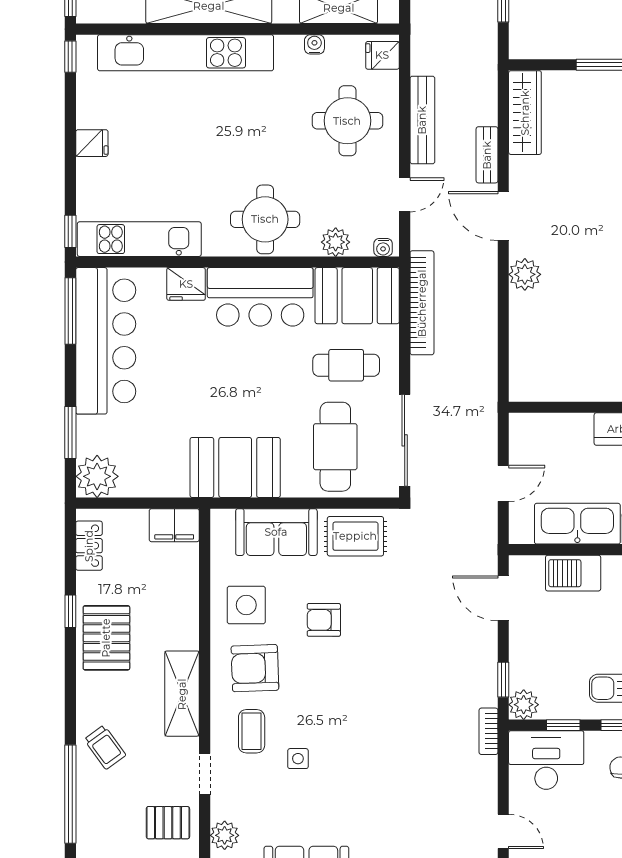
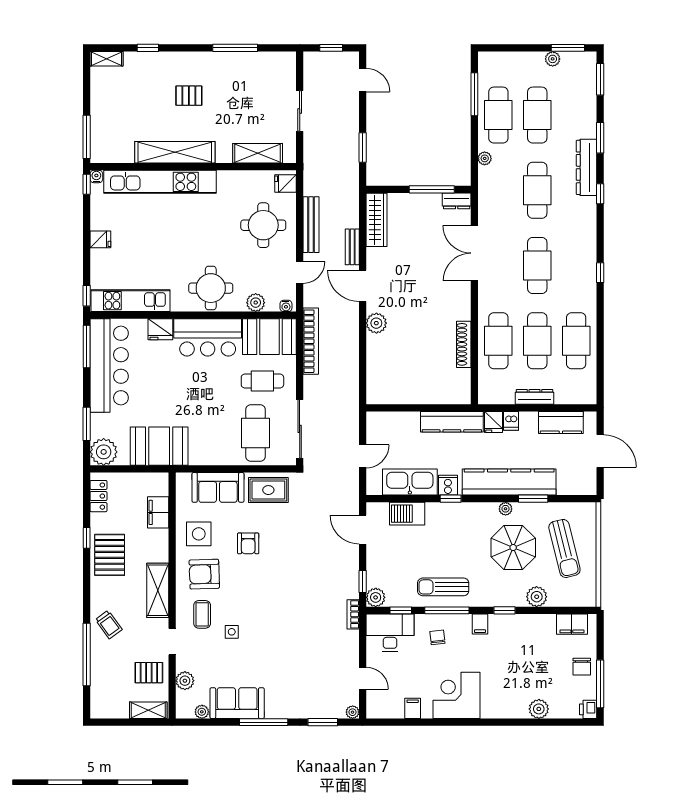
water cooler: (314, 44) -> (96, 176), moved
booth: (235, 467) -> (159, 446), moved
filing cabinet: (174, 525) -> (158, 512), moved, turned 90
armchair: (324, 620) -> (248, 543), turned -90

